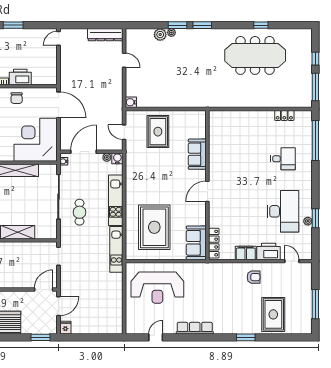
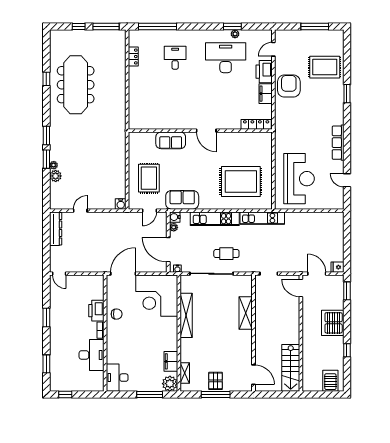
rug: (158, 132) -> (149, 178), turned 90
sofa: (196, 243) -> (182, 200), moved, turned 180
armchair: (254, 277) -> (289, 86), width x1.88, depth x1.88

